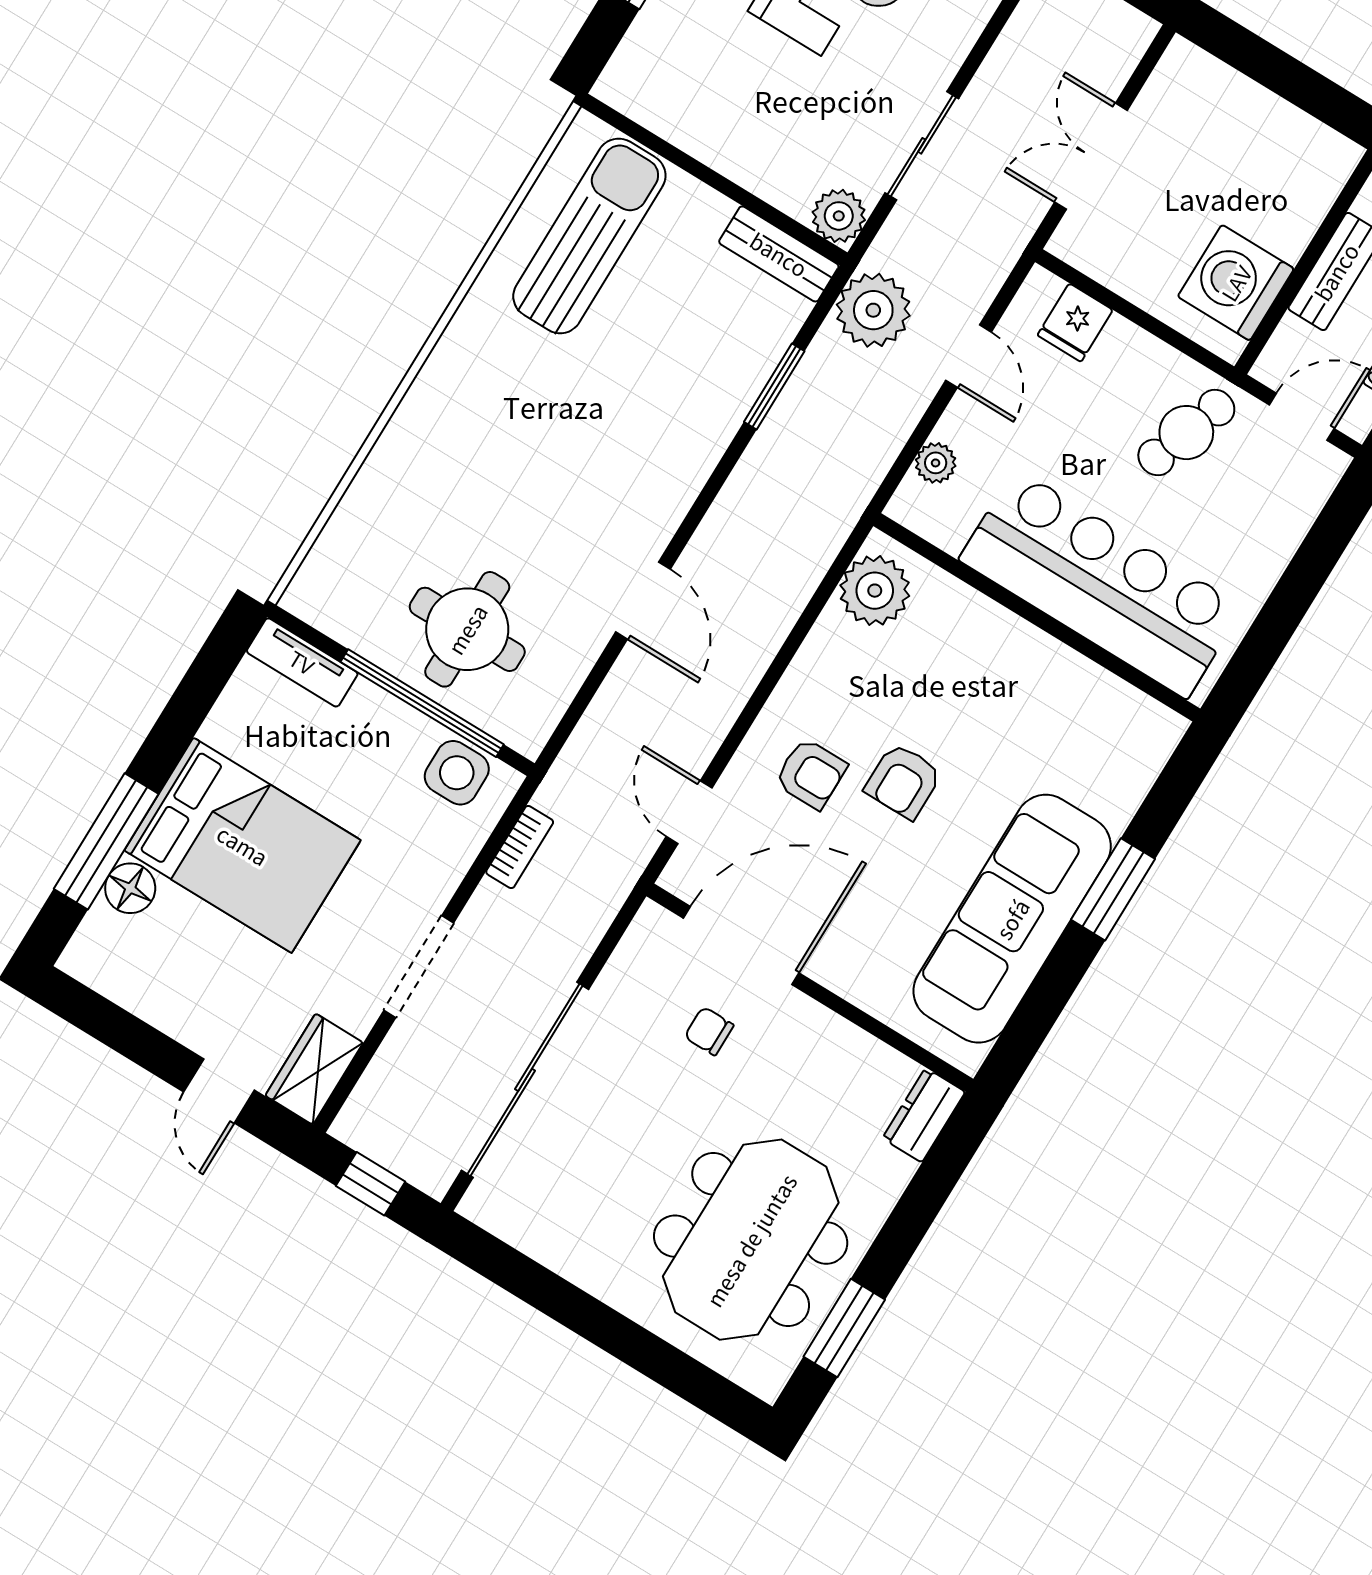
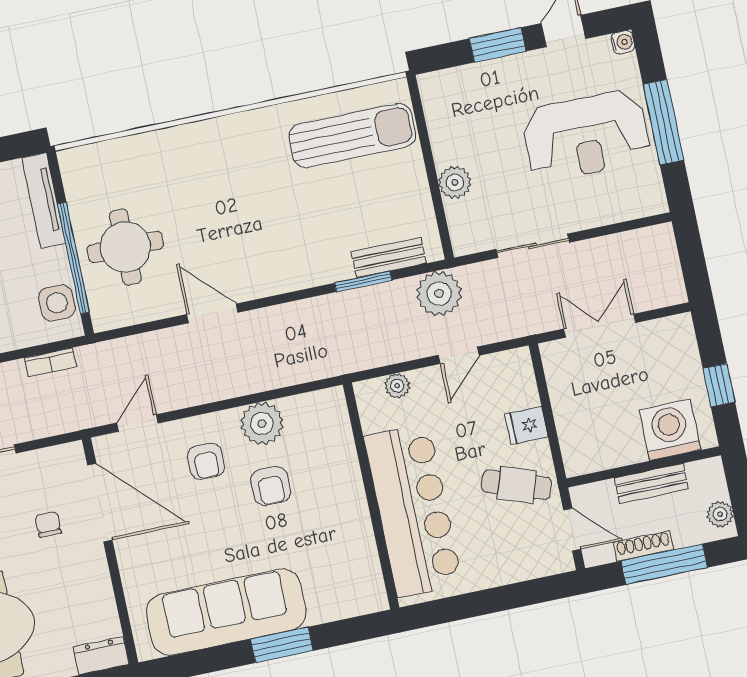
window: (1295, 82) -> (719, 385), added
plant: (839, 216) -> (455, 182), moved
bench: (779, 254) -> (389, 258), moved, turned 90
washing machine: (1236, 283) -> (670, 430), moved
fridge: (1075, 323) -> (526, 425), moved
plant: (875, 591) -> (262, 424), moved
door: (643, 601) -> (212, 313), swing flipped
tv unit: (302, 662) -> (44, 201), width x1.41
armchair: (903, 781) -> (271, 486), moved, turned -90

